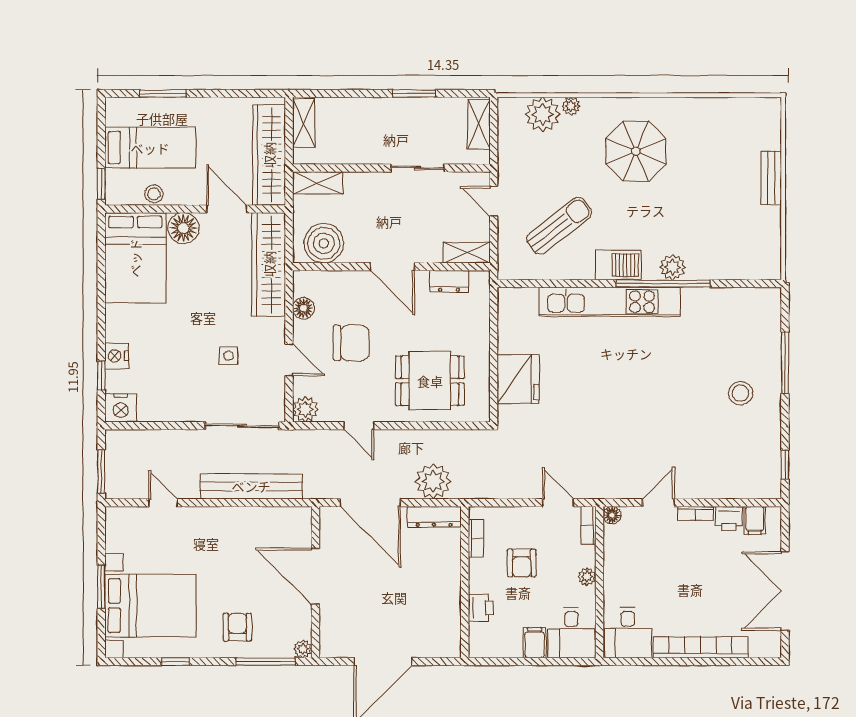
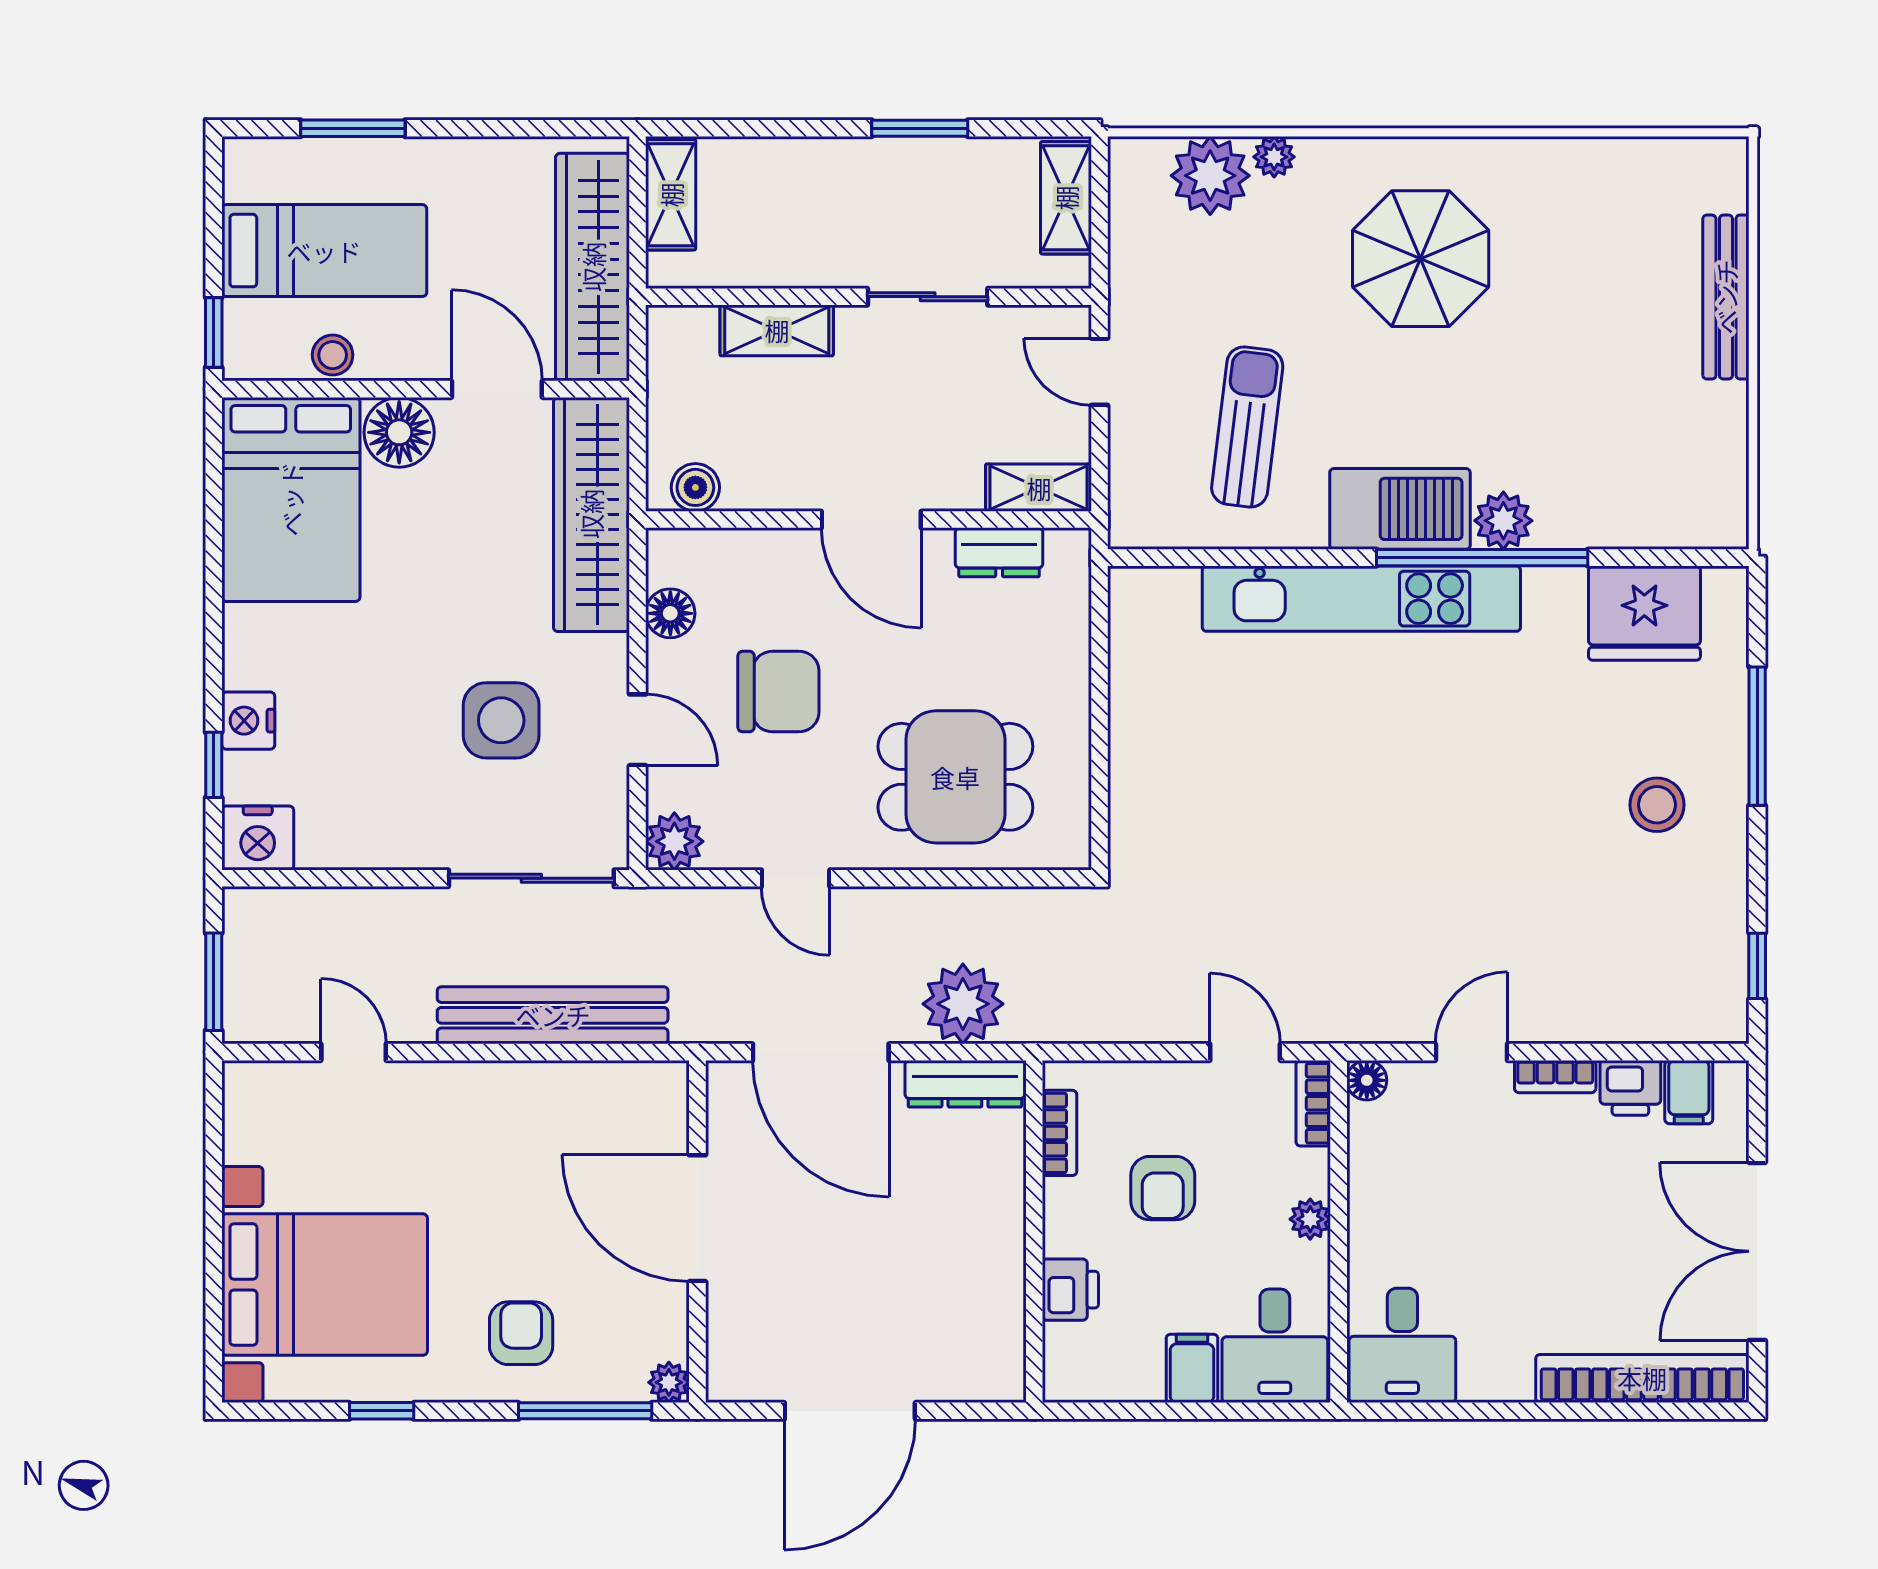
bench: (771, 178) -> (1726, 297), width x1.36
shelving: (318, 183) -> (777, 330), moved
sun lounger: (559, 226) -> (1247, 427), turned -45
boiler: (324, 243) -> (695, 487), width x0.54, depth x0.54
barbecue: (618, 265) -> (1400, 509), width x1.37, depth x1.21
side table: (229, 356) -> (501, 720), width x1.87, depth x1.87
fridge: (518, 379) -> (1644, 613), moved, turned 90
window: (101, 587) -> (214, 1242), removed
bookcase: (700, 647) -> (1642, 1378), moved

